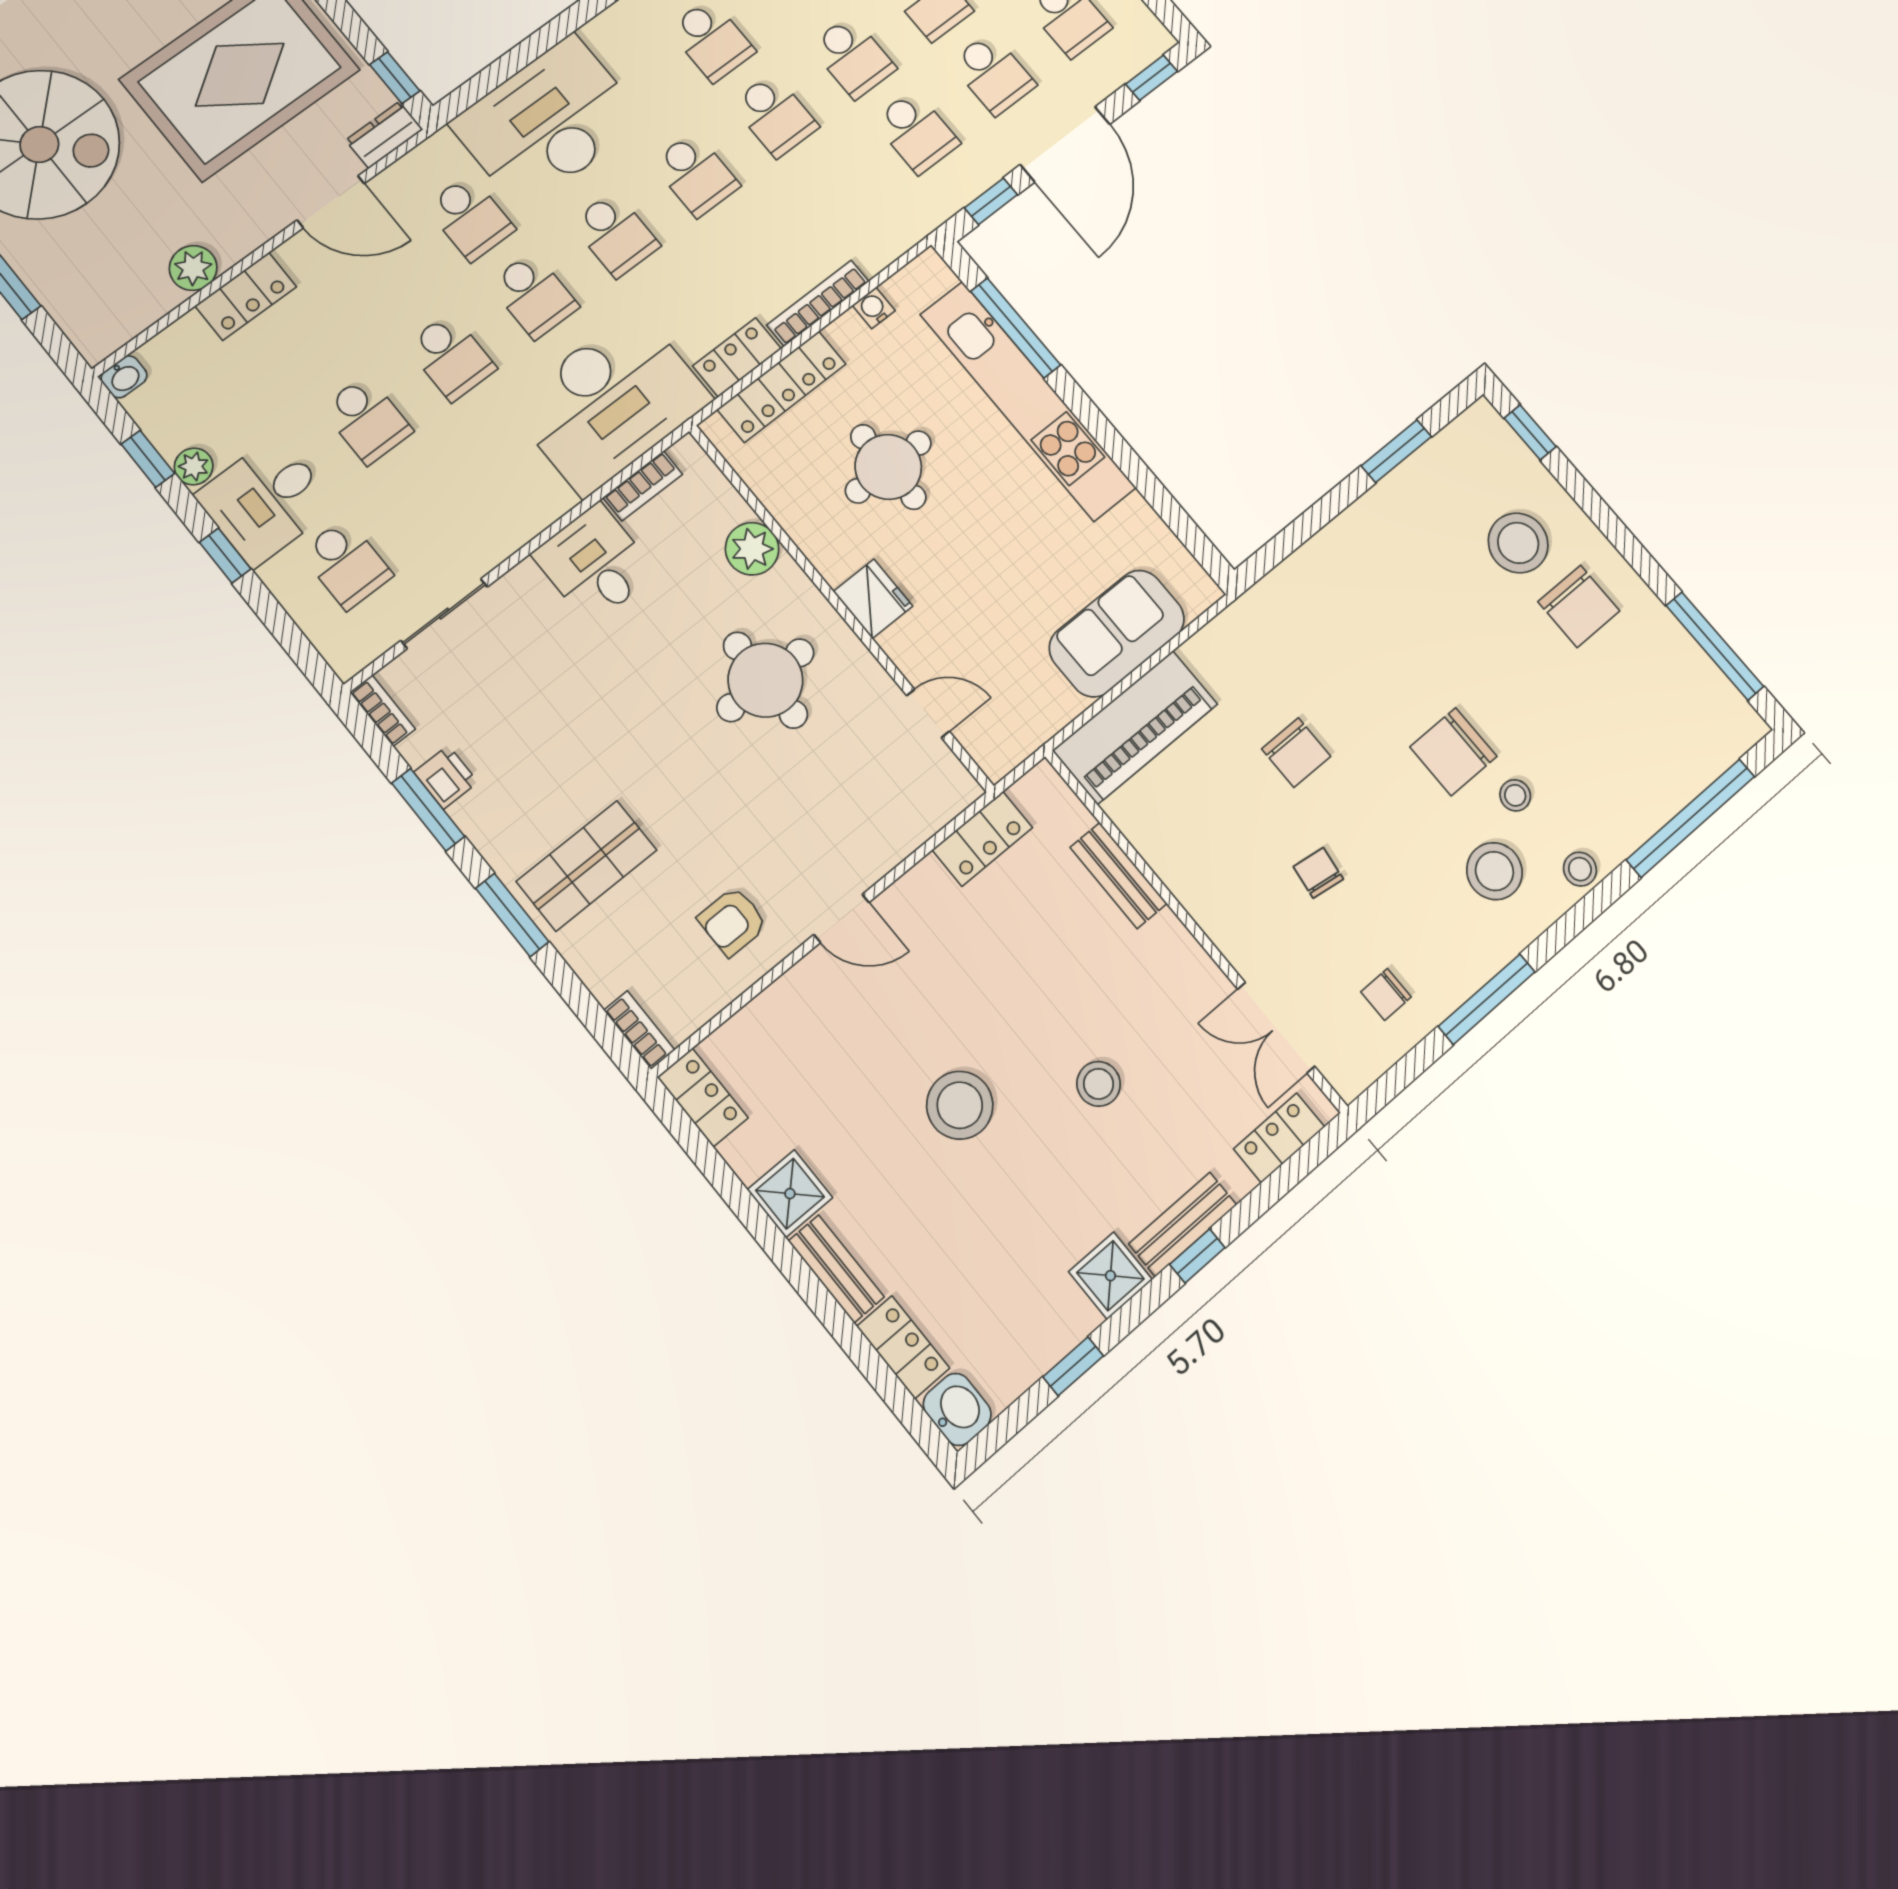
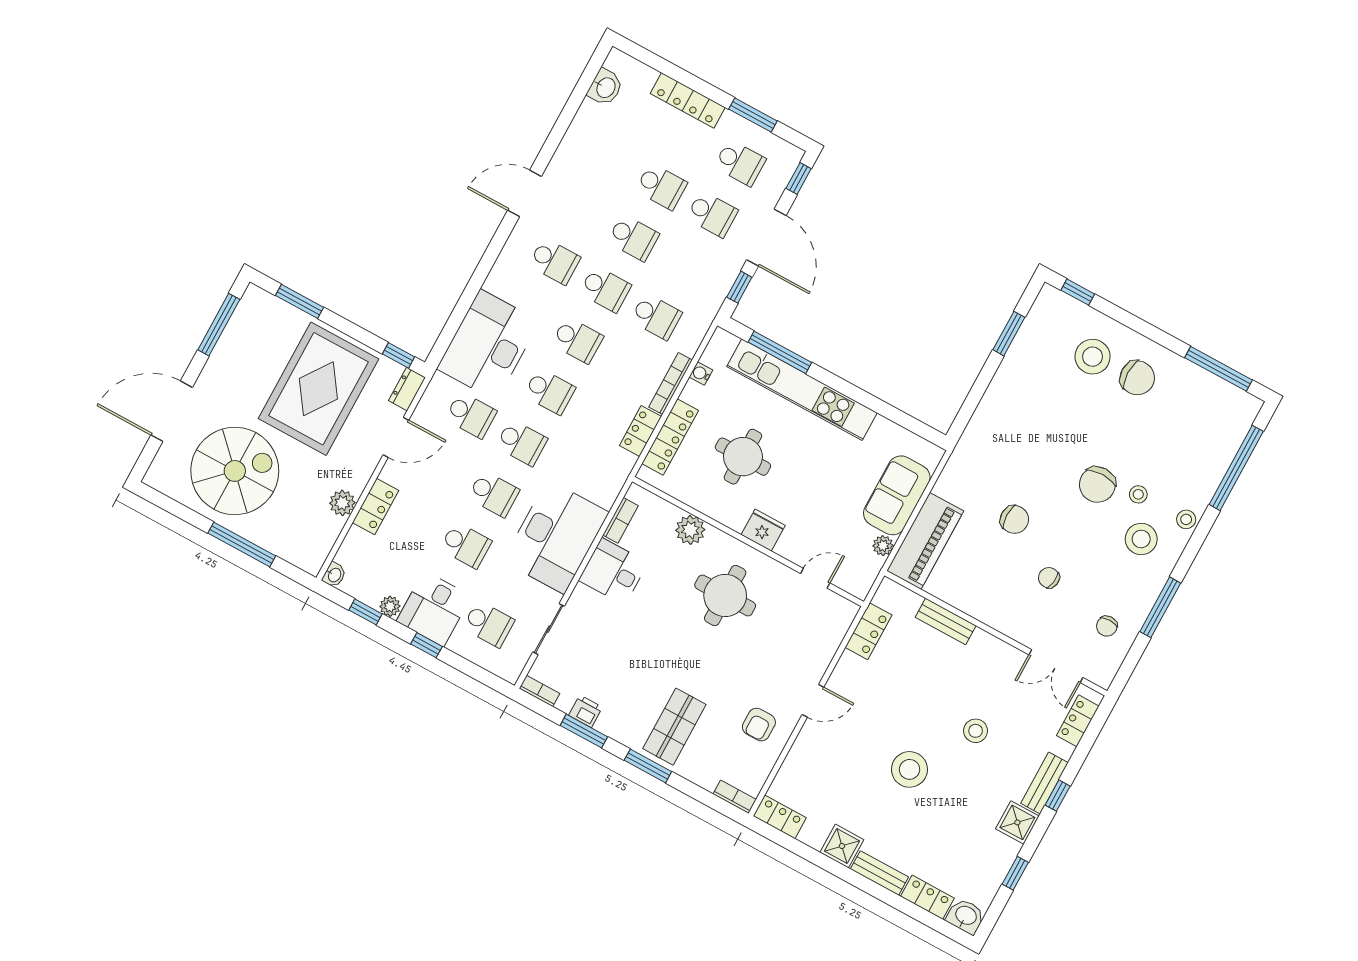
school desk: (916, 132) -> (656, 317), moved
desk: (610, 402) -> (556, 537), moved
plant: (1062, 706) -> (883, 546), added

